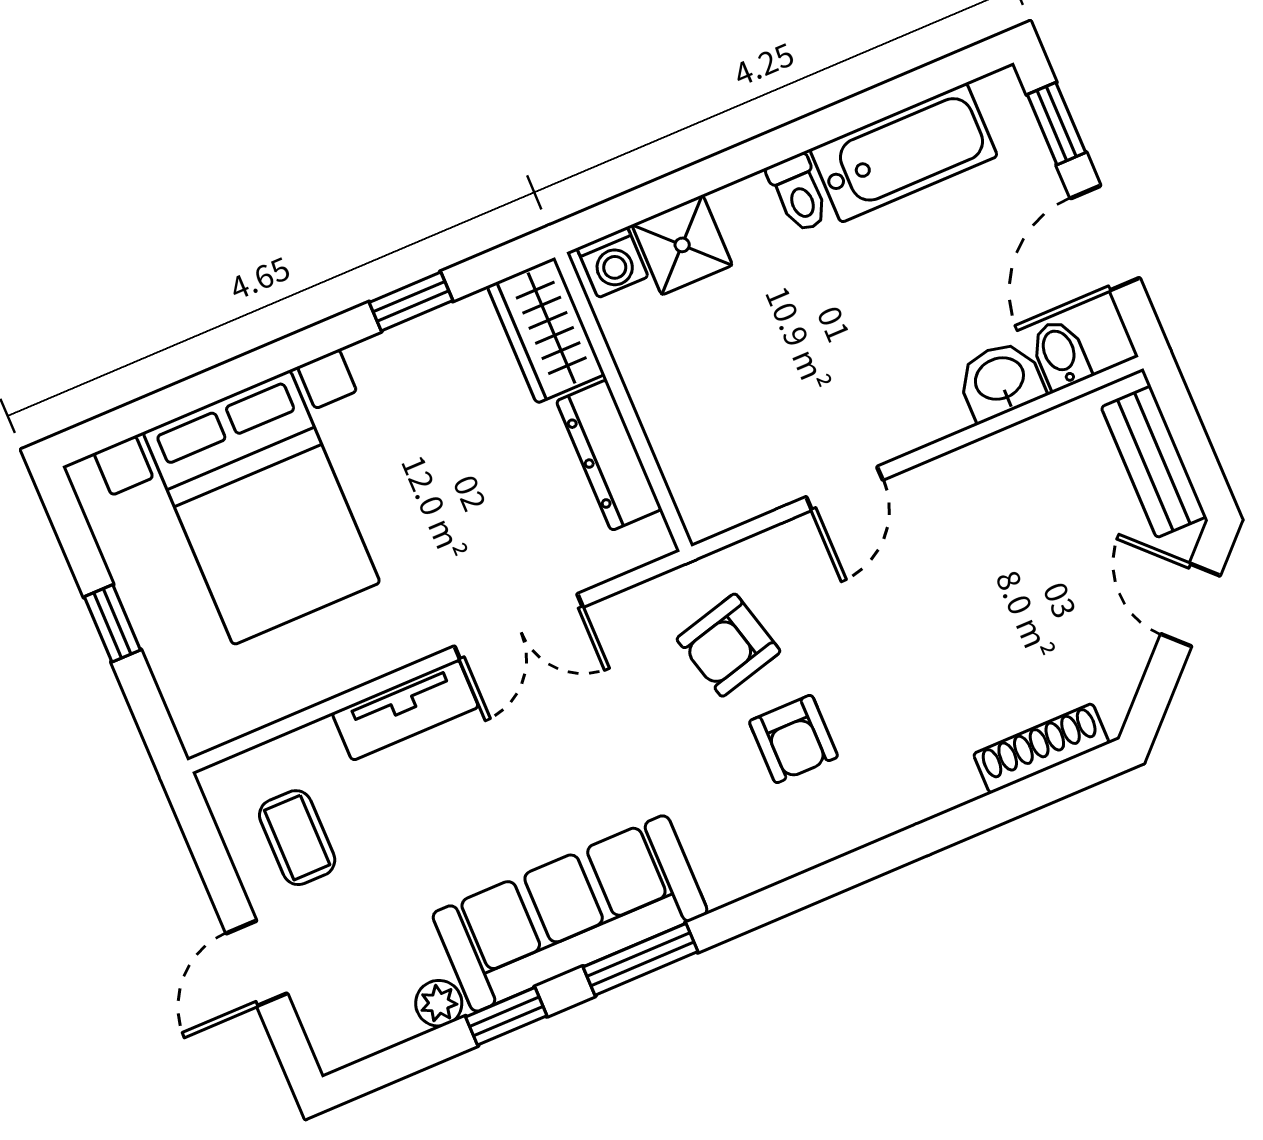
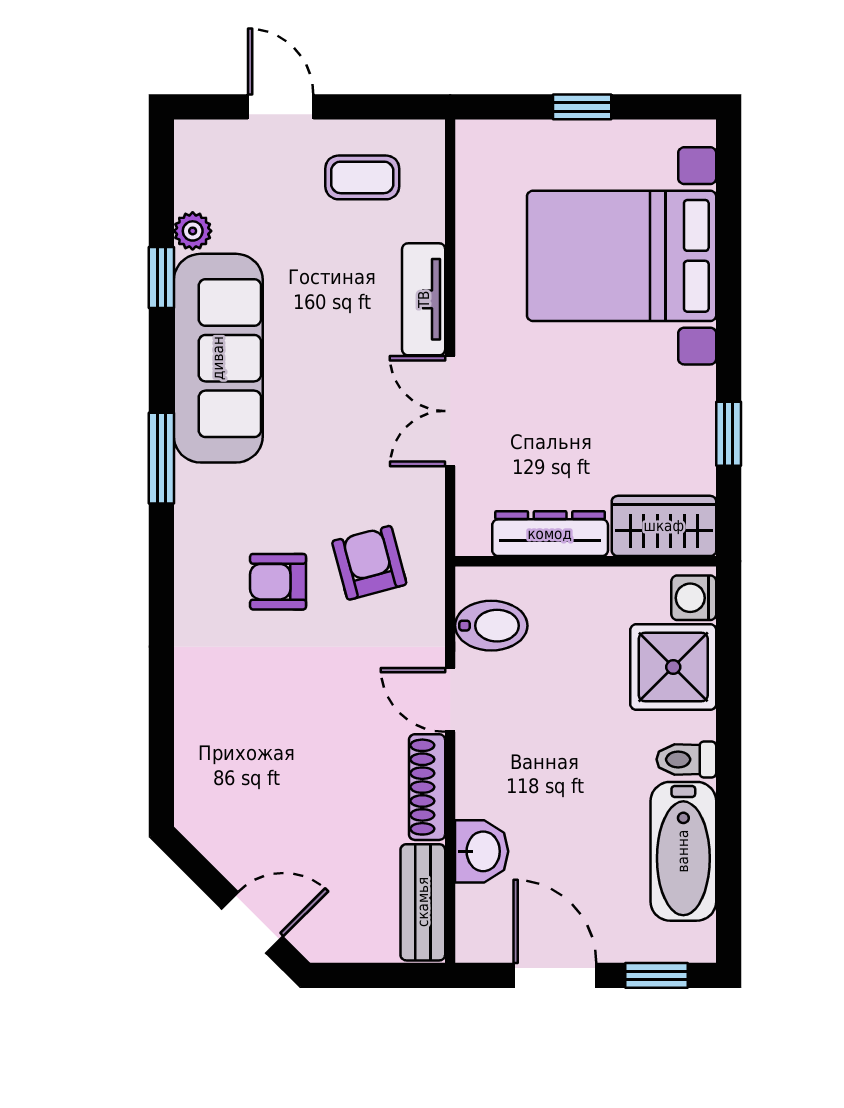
shower: (682, 245) -> (673, 667), width x1.36, depth x1.36
bidet: (1060, 355) -> (491, 626), moved, width x1.38, depth x1.36
bench: (1154, 462) -> (423, 902), moved, turned 90
shoe rack: (1041, 748) -> (427, 787), moved, turned 180
window: (640, 959) -> (161, 458), moved

